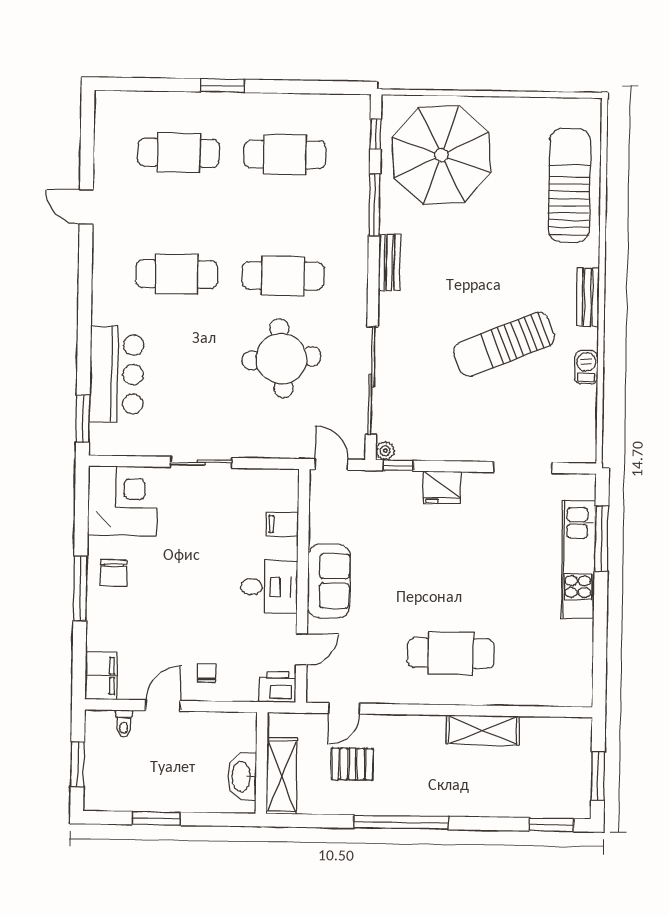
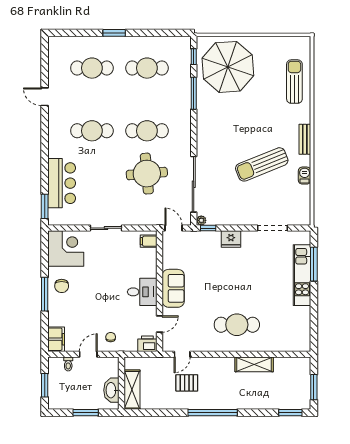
sun lounger: (569, 185) -> (294, 82), width x0.73, depth x0.75
bench: (389, 263) -> (202, 123), removed
filing cabinet: (282, 524) -> (149, 241), moved
wall: (262, 763) -> (121, 383), moved
washbasin: (242, 776) -> (111, 390), moved
shelving: (282, 776) -> (132, 390), moved

